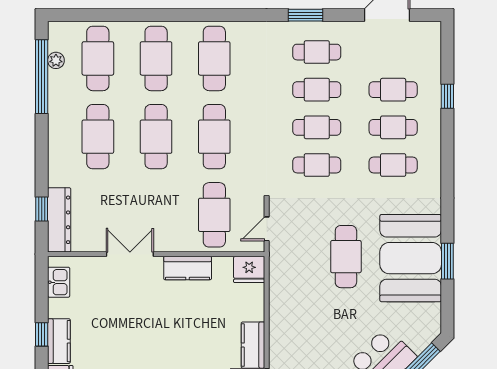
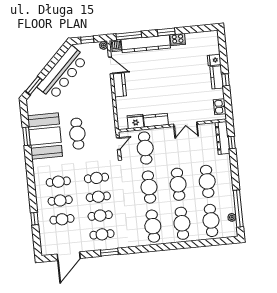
fridge: (249, 269) -> (135, 121), moved

